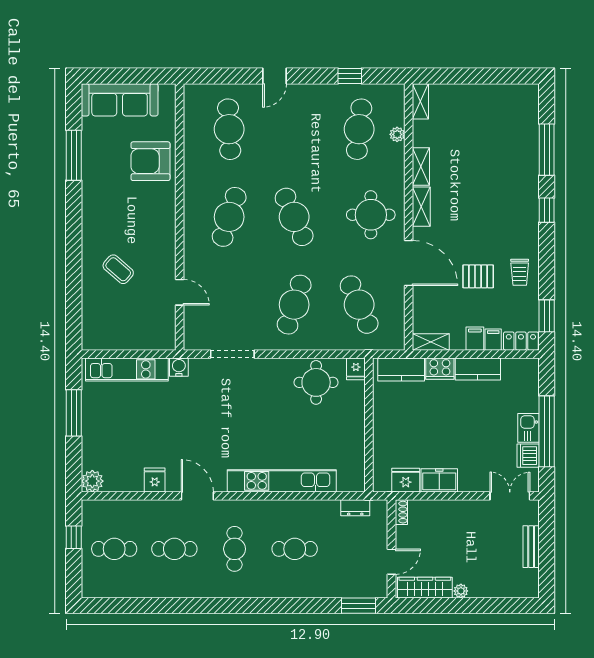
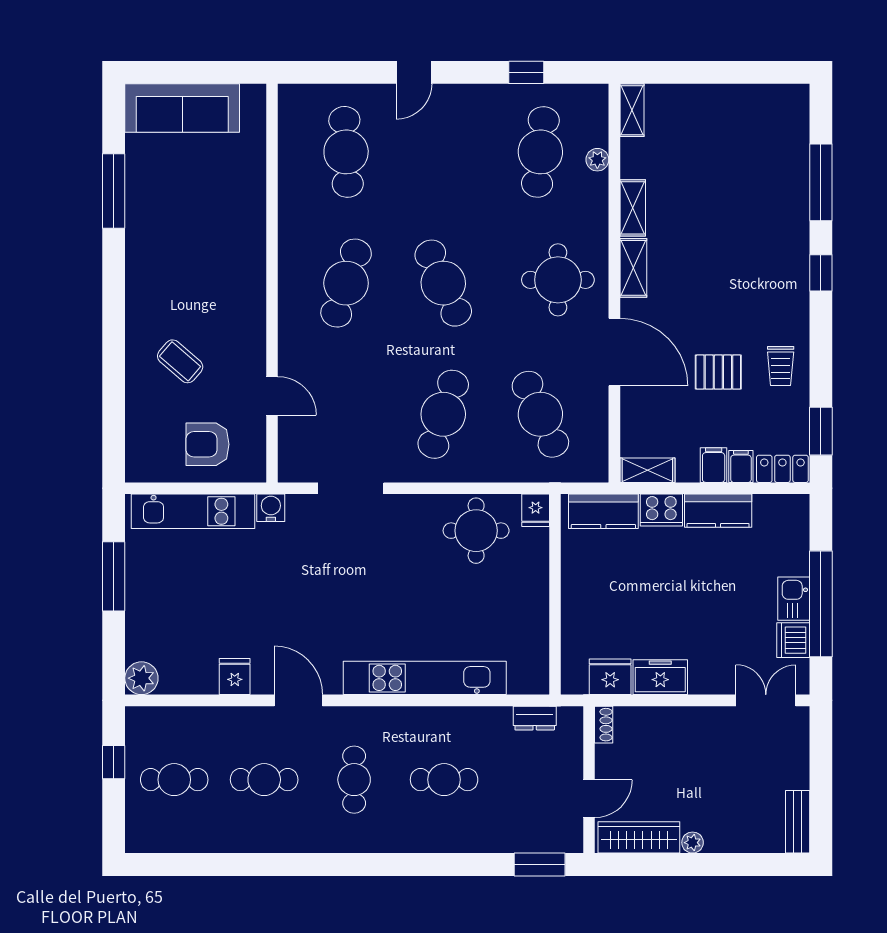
armchair: (150, 161) -> (207, 444), moved, width x0.73, depth x0.73
bench: (531, 547) -> (798, 822), moved

